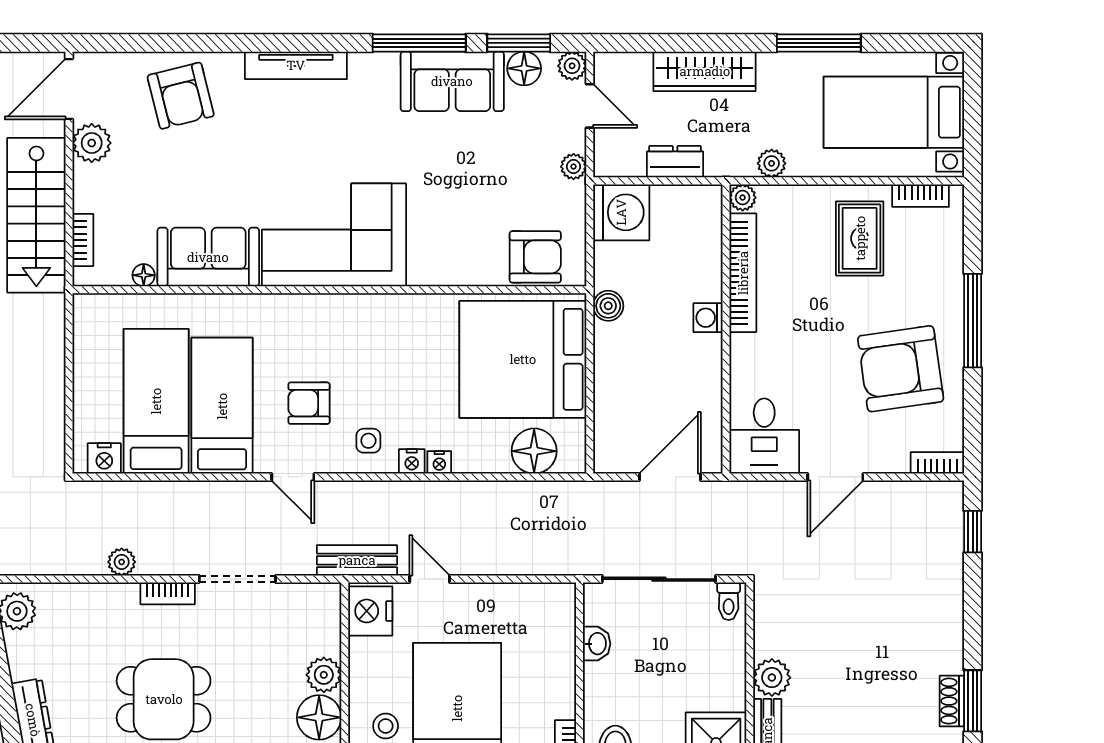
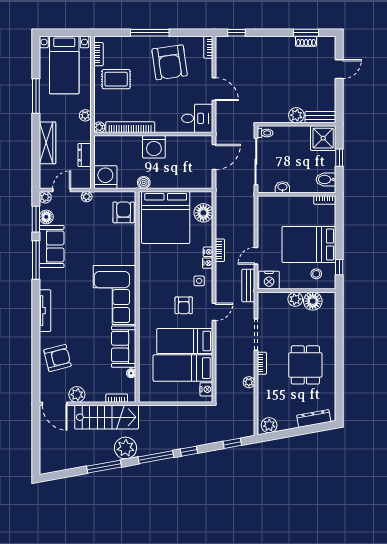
washing machine: (708, 318) -> (154, 147), width x1.89, depth x1.89
door: (670, 477) -> (214, 157), swing flipped
bookcase: (443, 491) -> (220, 250), added

